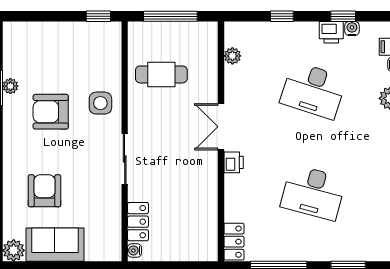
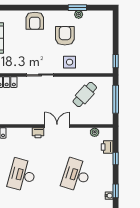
printer: (331, 32) -> (107, 147), moved
cafe table: (161, 74) -> (85, 94), turned 42
armchair: (44, 191) -> (35, 21), moved, turned 90

